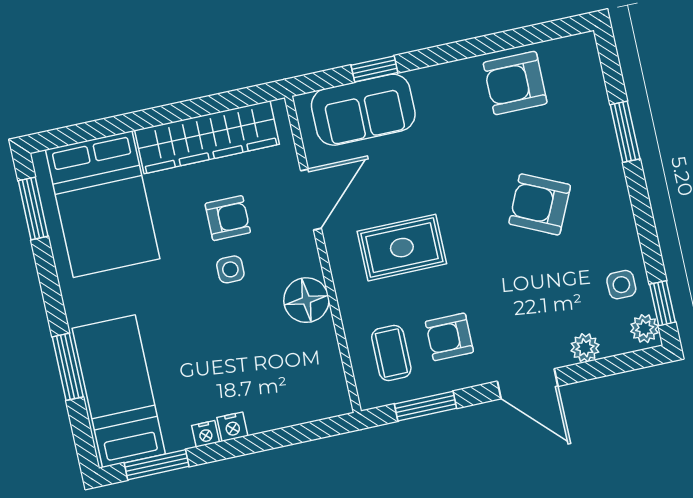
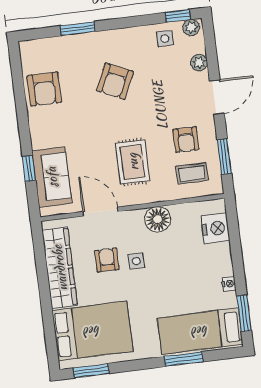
nightstand: (232, 427) -> (216, 228), moved, width x1.89, depth x1.79

